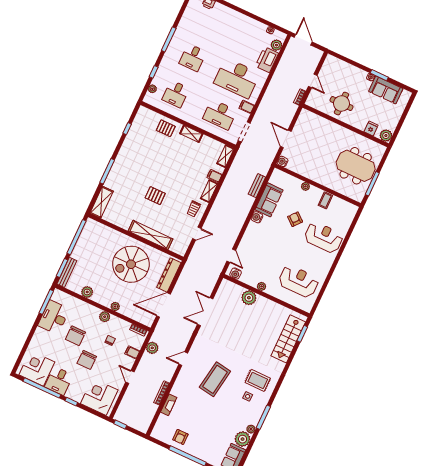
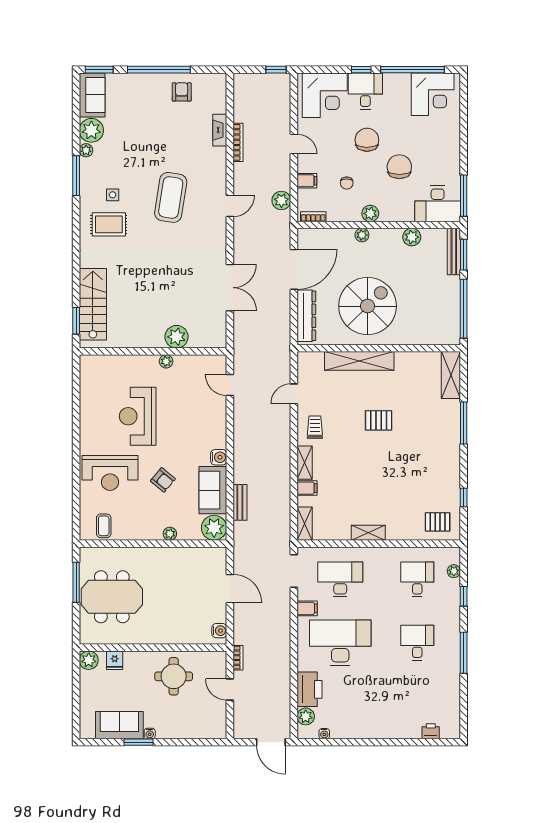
pallet: (166, 128) -> (438, 522), moved
water cooler: (283, 161) -> (219, 631), moved
plant: (278, 178) -> (214, 528), added
coffee table: (325, 200) -> (104, 526), moved
water cooler: (236, 274) -> (212, 362), removed
reception desk: (299, 281) -> (138, 416), moved, turned 90
desk: (54, 317) -> (438, 204), moved, turned 90
desk: (59, 381) -> (365, 91), moved

